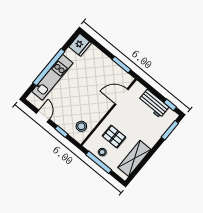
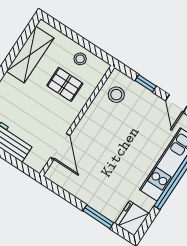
window: (121, 65) -> (98, 217), moved
door: (121, 97) -> (60, 146), hinge flipped
window: (99, 162) -> (84, 43), removed

